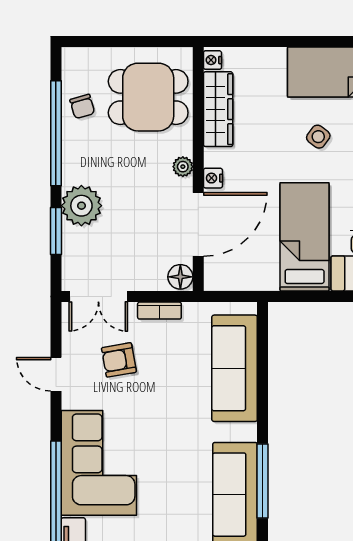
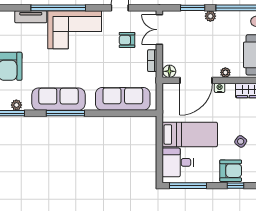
plant: (81, 206) -> (210, 16), width x0.53, depth x0.53
door: (198, 224) -> (196, 80), hinge flipped
armchair: (119, 360) -> (127, 40), turned -80

